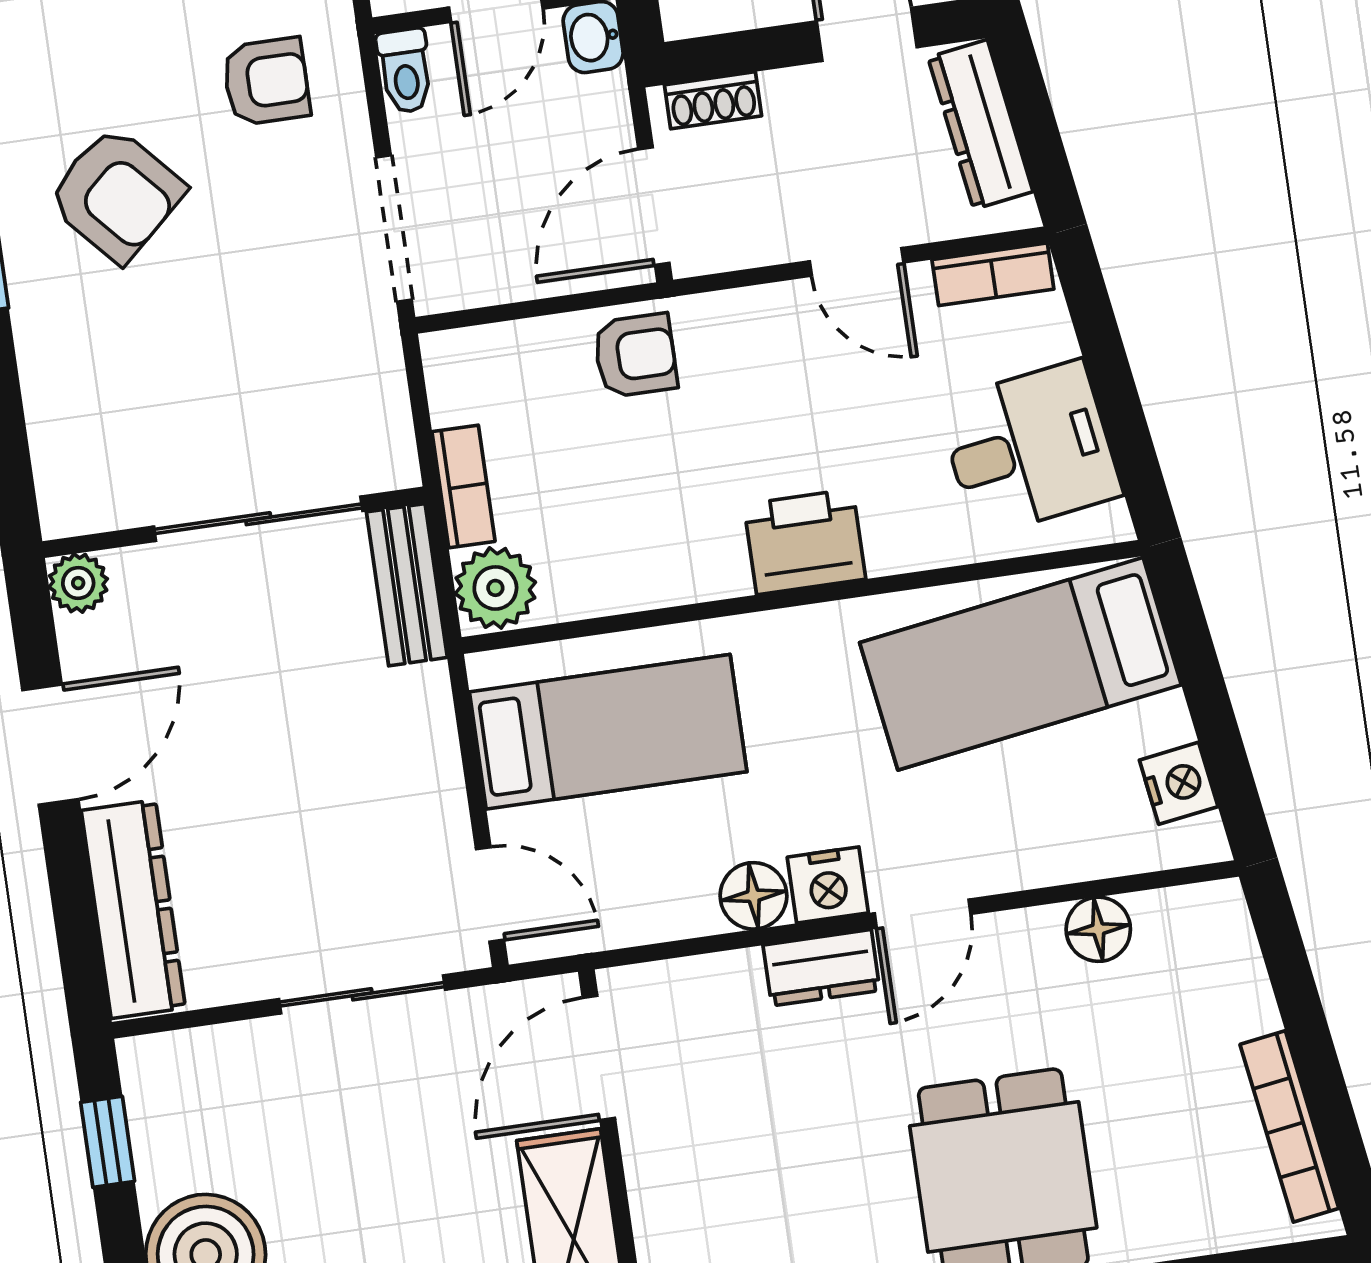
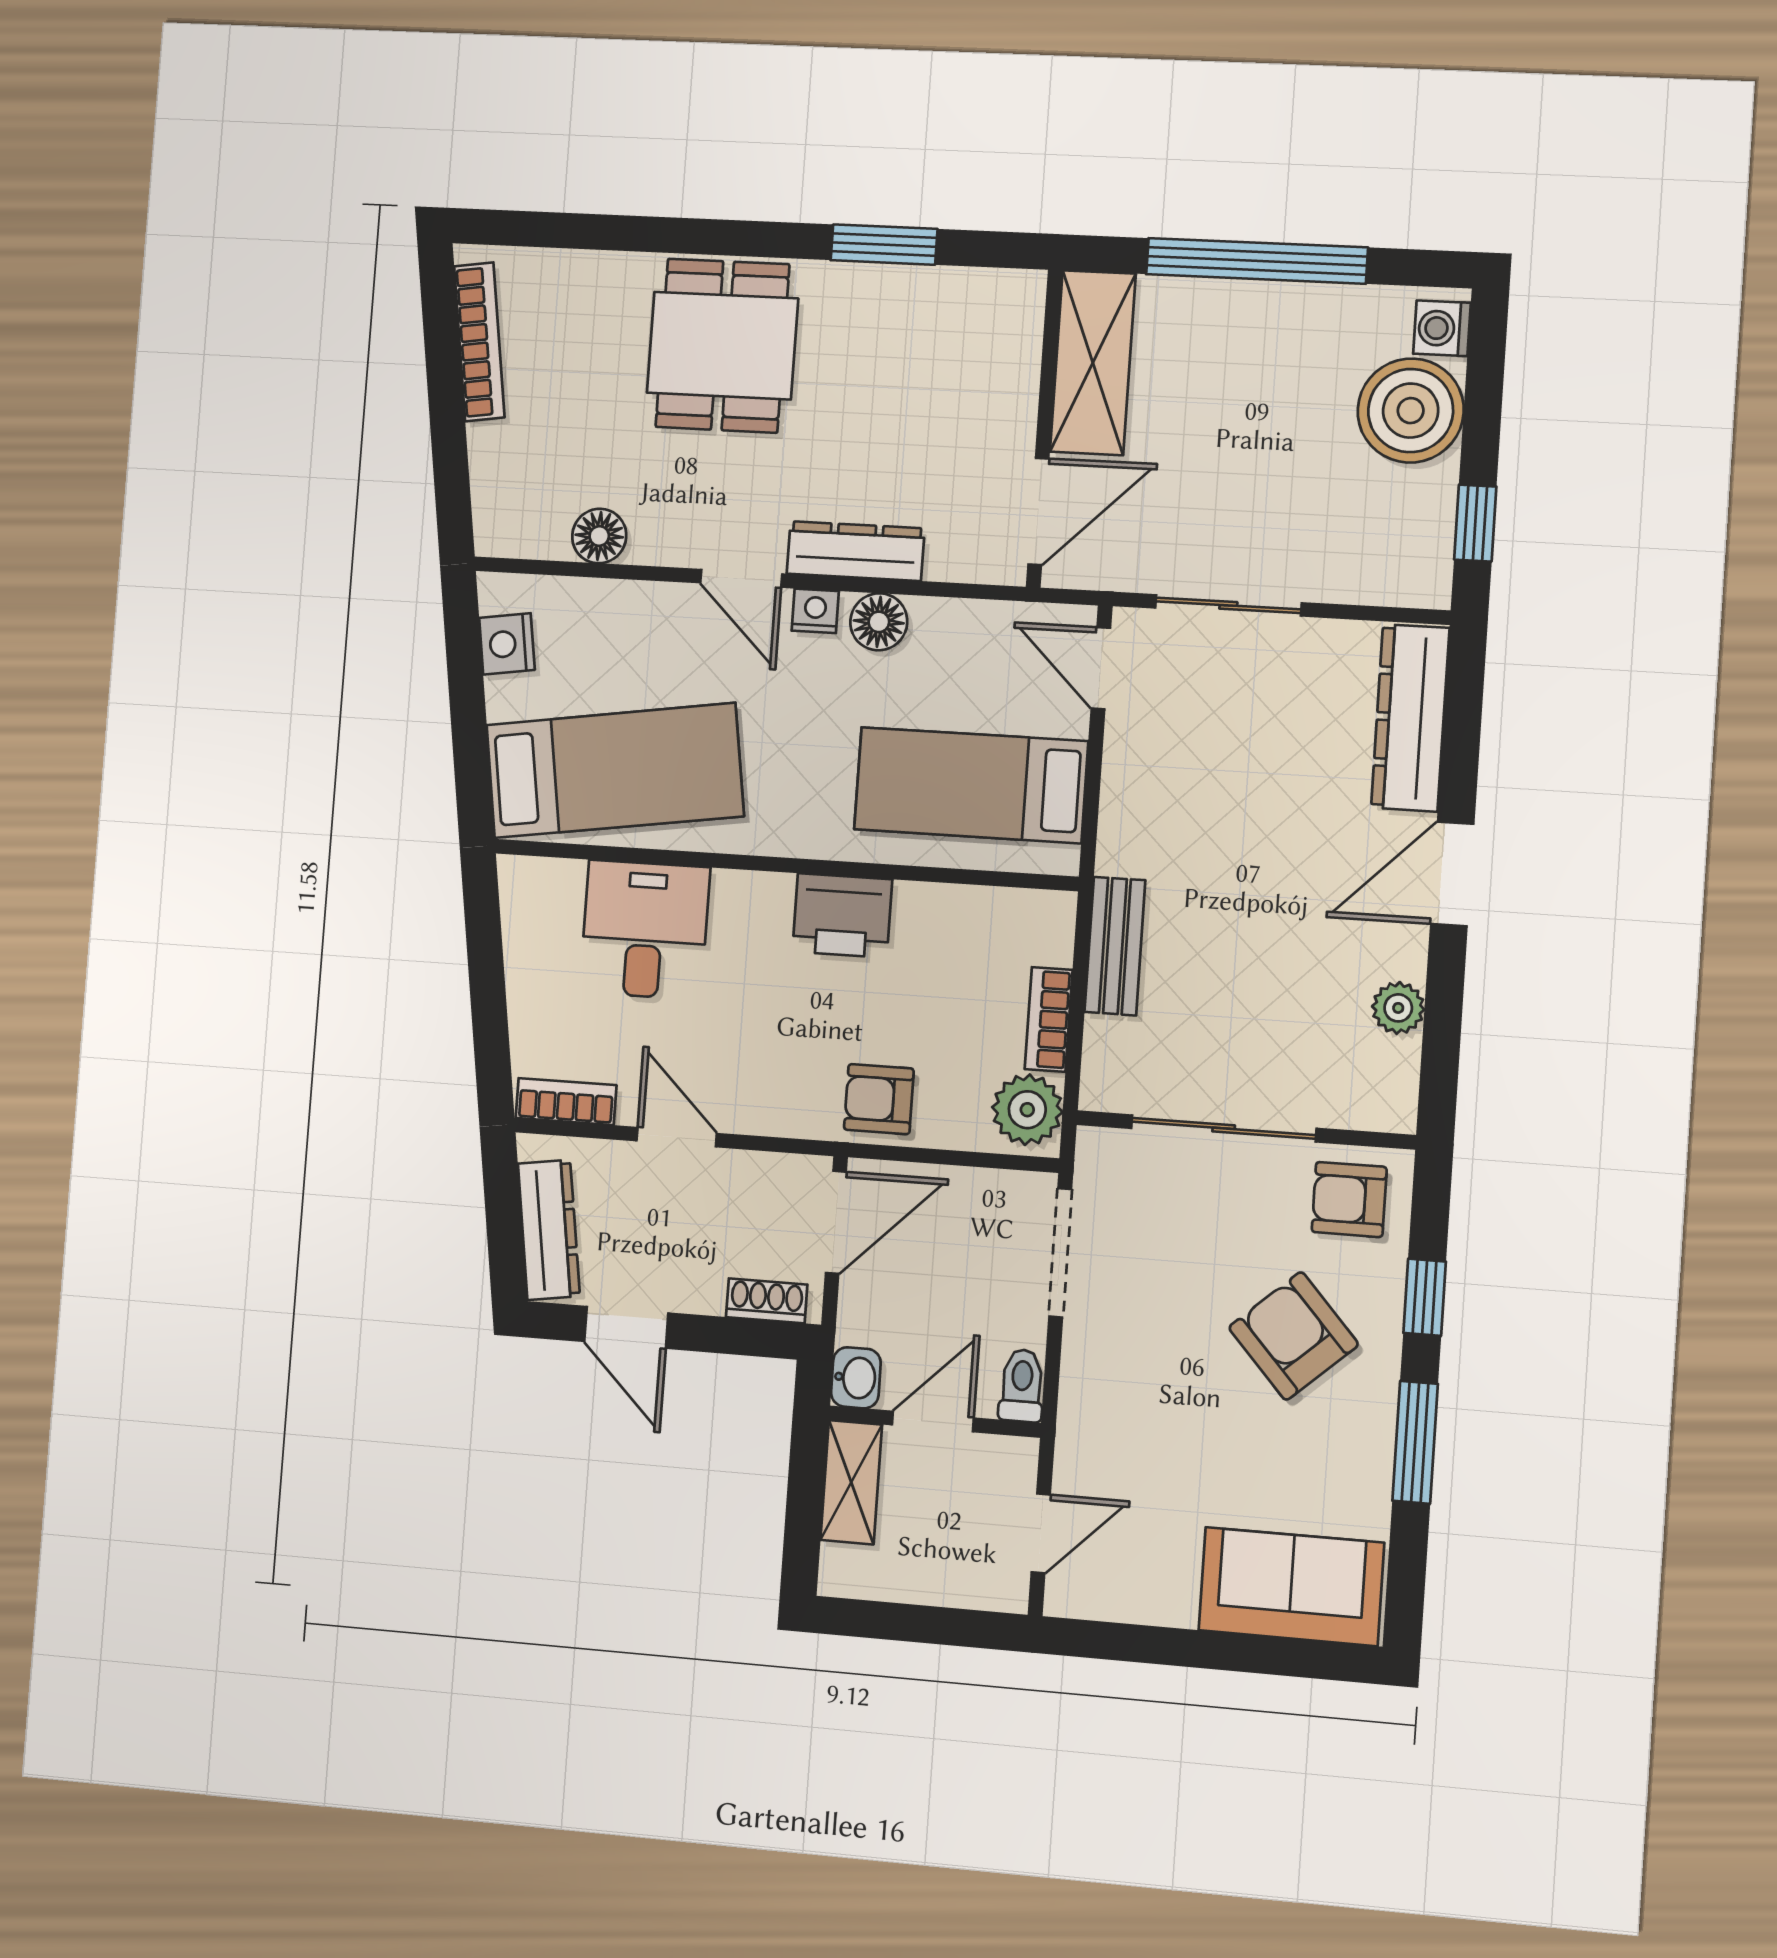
armchair: (266, 81) -> (1349, 1200), moved
desk: (1029, 449) -> (645, 930), moved, turned 99
sliding door: (258, 519) -> (1224, 1128), moved
wall: (234, 522) -> (1245, 1130), moved
printer: (805, 542) -> (842, 916), moved
plant: (495, 588) -> (1027, 1110), moved
nightstand: (828, 885) -> (815, 611), width x0.72, depth x0.74
door: (923, 914) -> (741, 578), swing flipped
dresser: (821, 968) -> (856, 551), width x1.44

